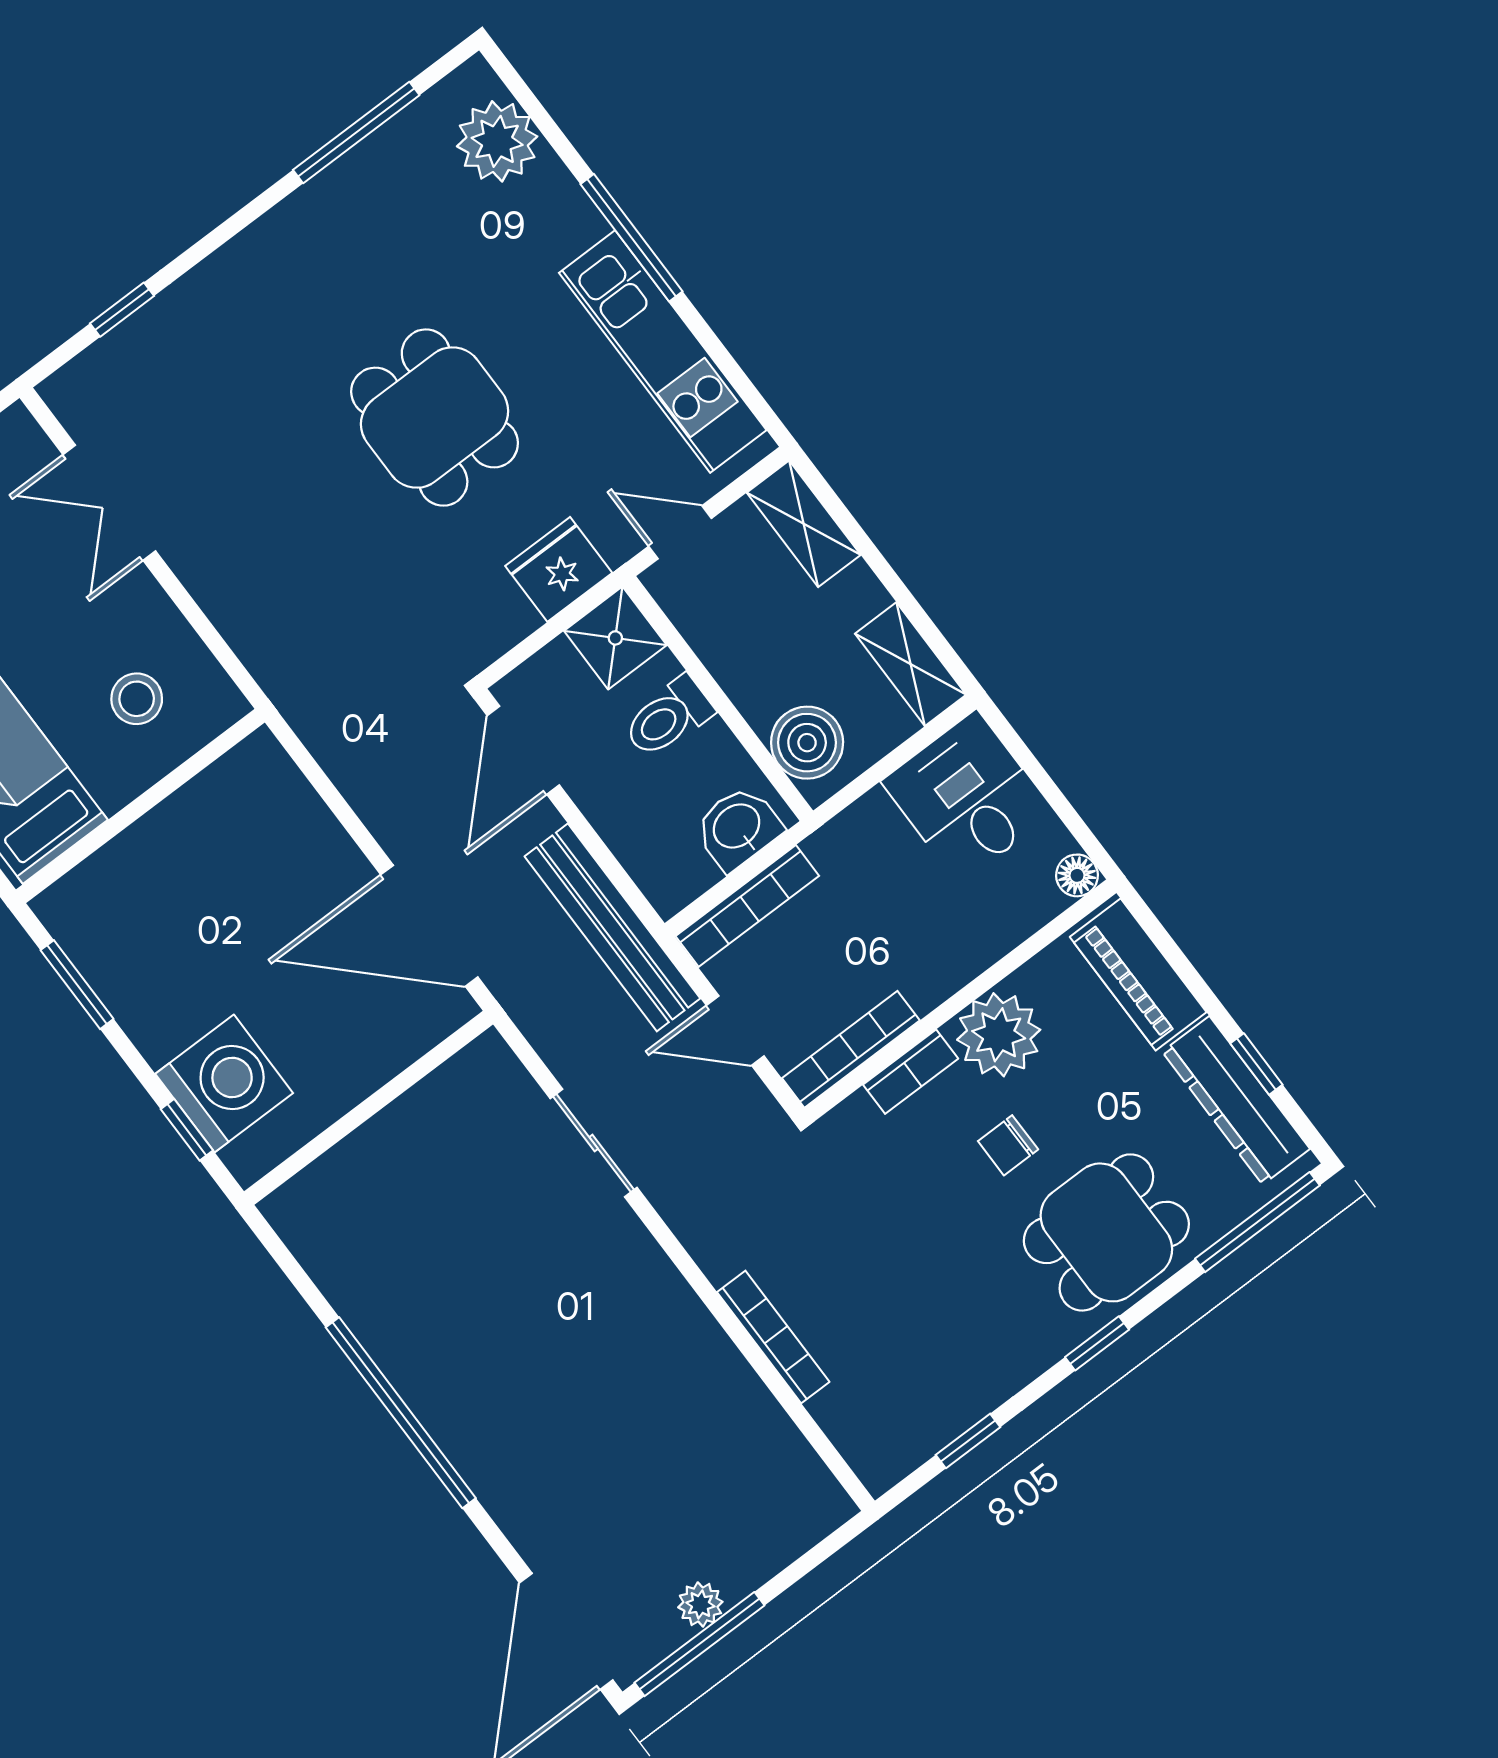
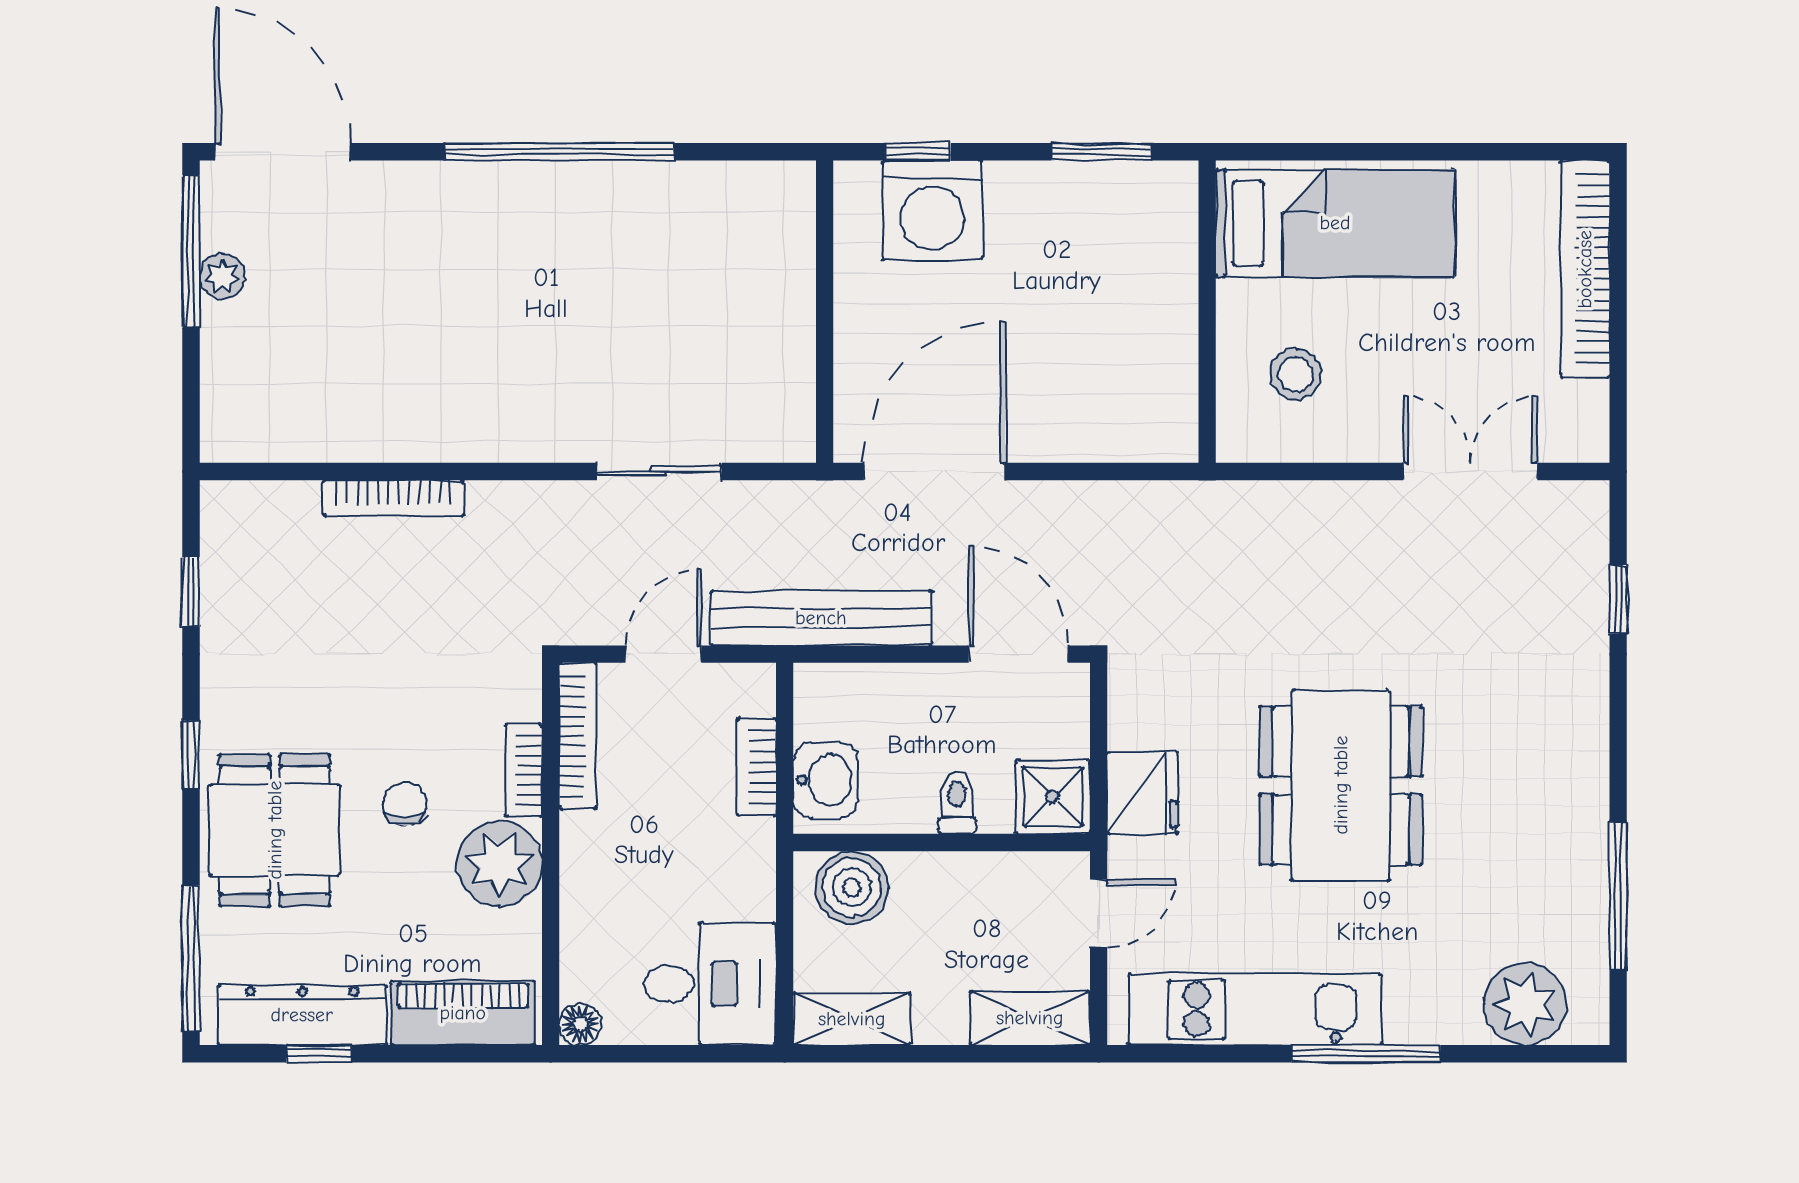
dining table: (435, 418) -> (1341, 785), width x1.38
toilet: (668, 717) -> (957, 803), width x0.73, depth x0.72
bookcase: (747, 906) -> (757, 767), width x0.64

